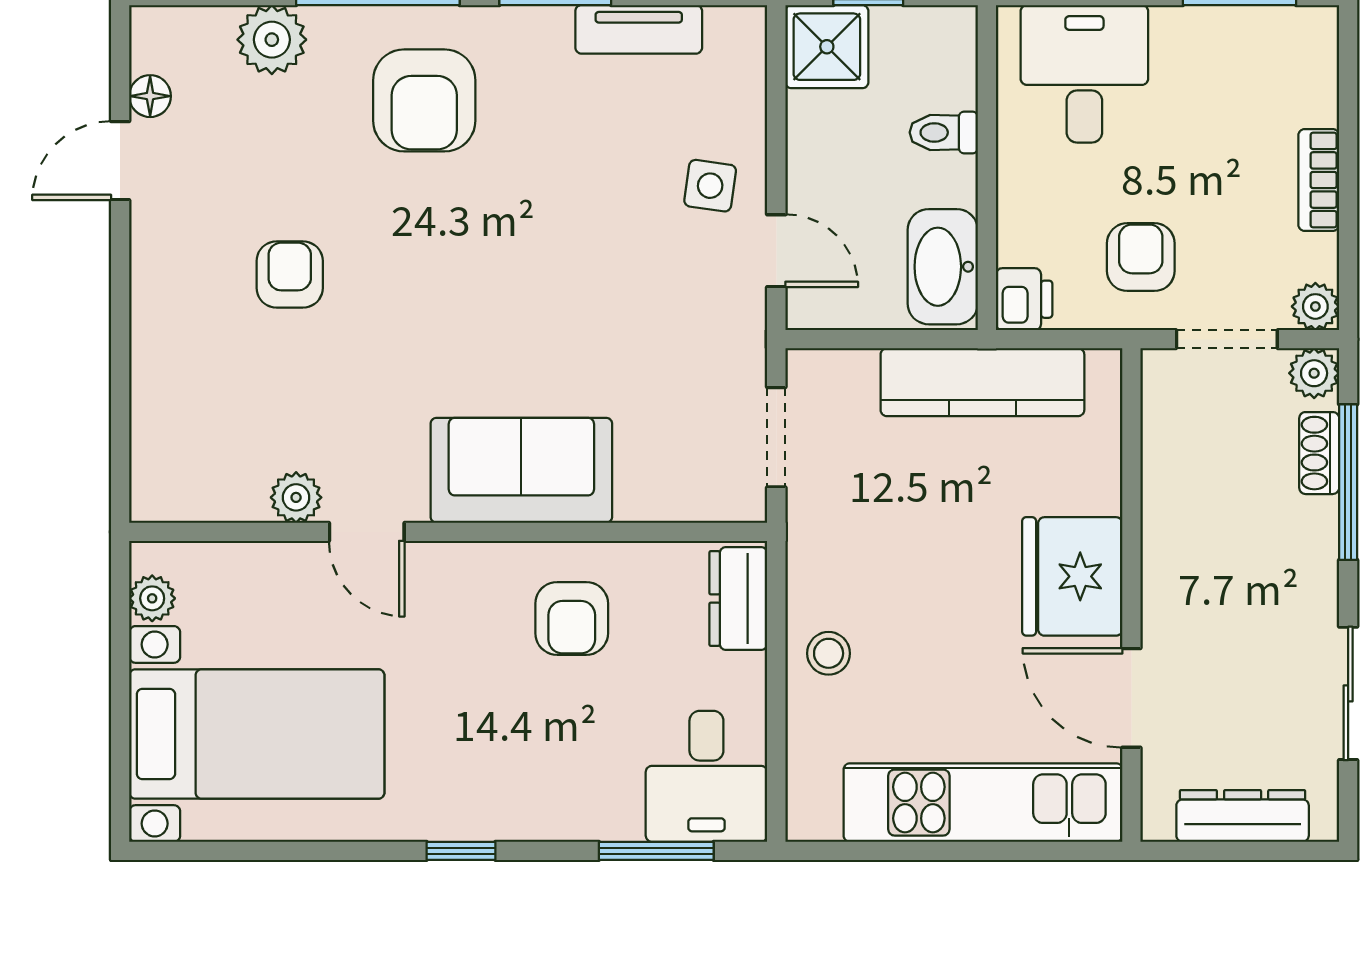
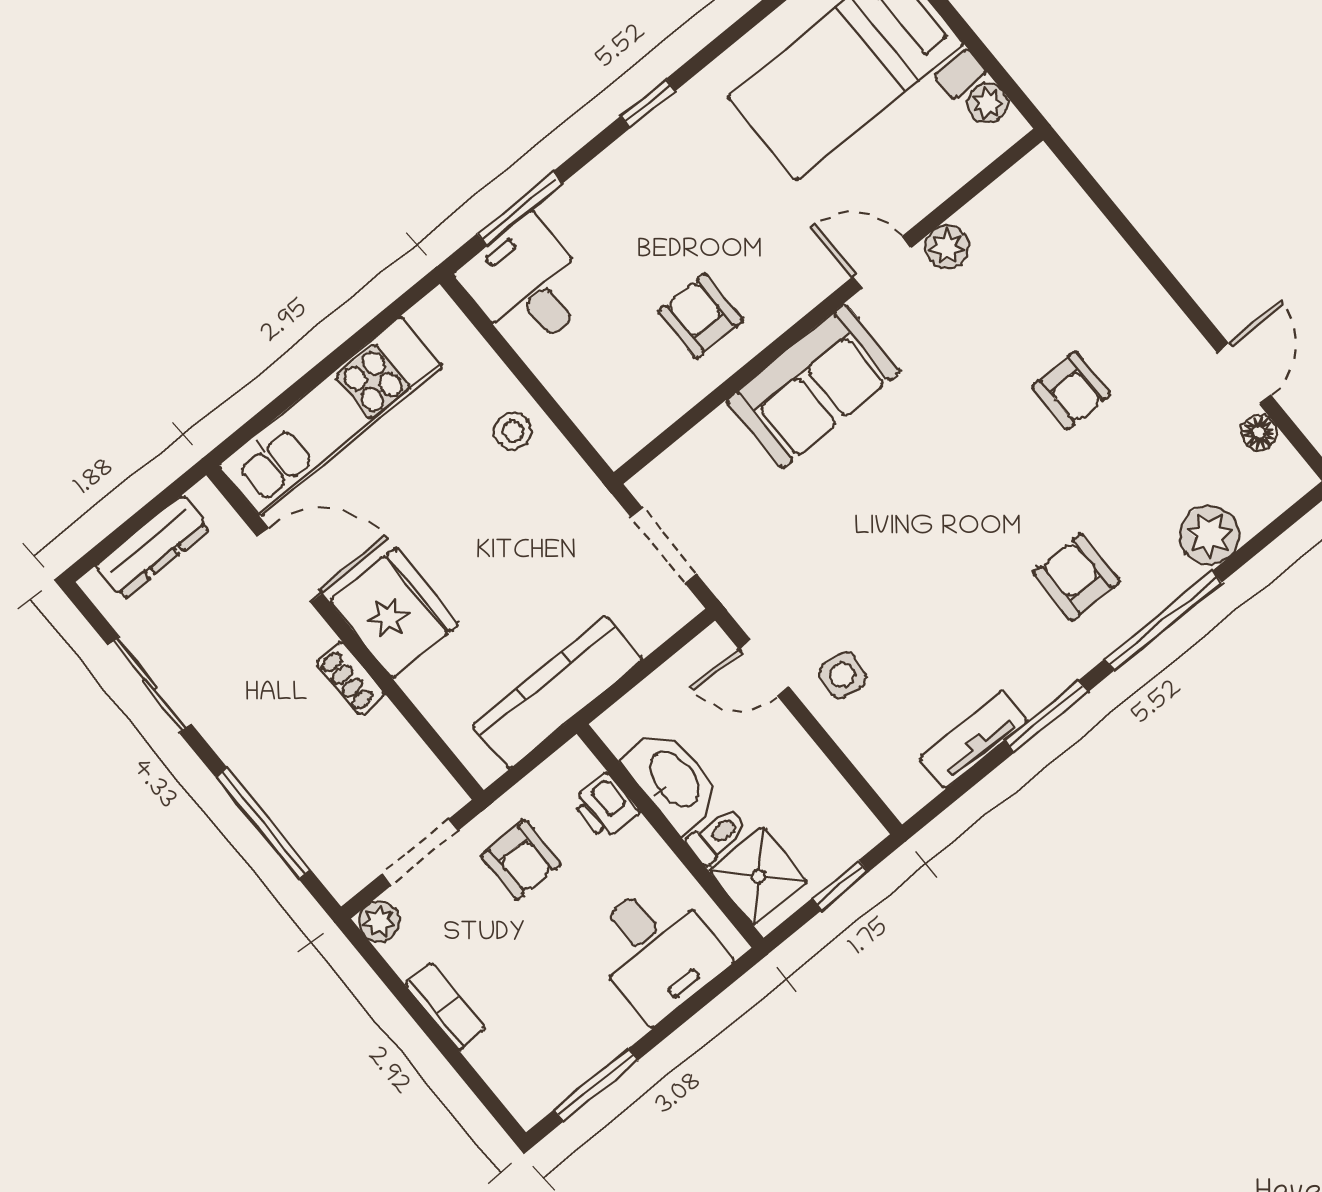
shower: (827, 47) -> (759, 876), moved
armchair: (424, 100) -> (1076, 577), width x0.72, depth x0.72
washbasin: (943, 267) -> (673, 780), moved
printer: (1024, 299) -> (605, 807), moved
plant: (1314, 373) -> (344, 877), removed
shoe rack: (1319, 453) -> (350, 678), moved, turned 180
dresser: (738, 599) -> (602, 419), removed

